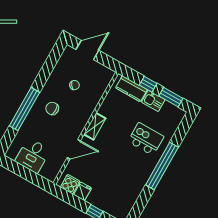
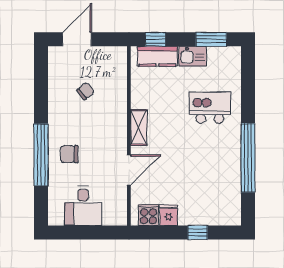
window: (148, 84) -> (155, 39), moved
chair: (52, 108) -> (69, 154), moved
window: (162, 166) -> (248, 158), moved

